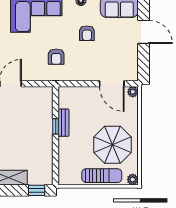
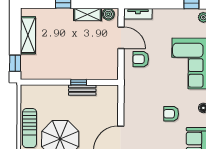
armchair: (56, 57) -> (141, 59), moved

